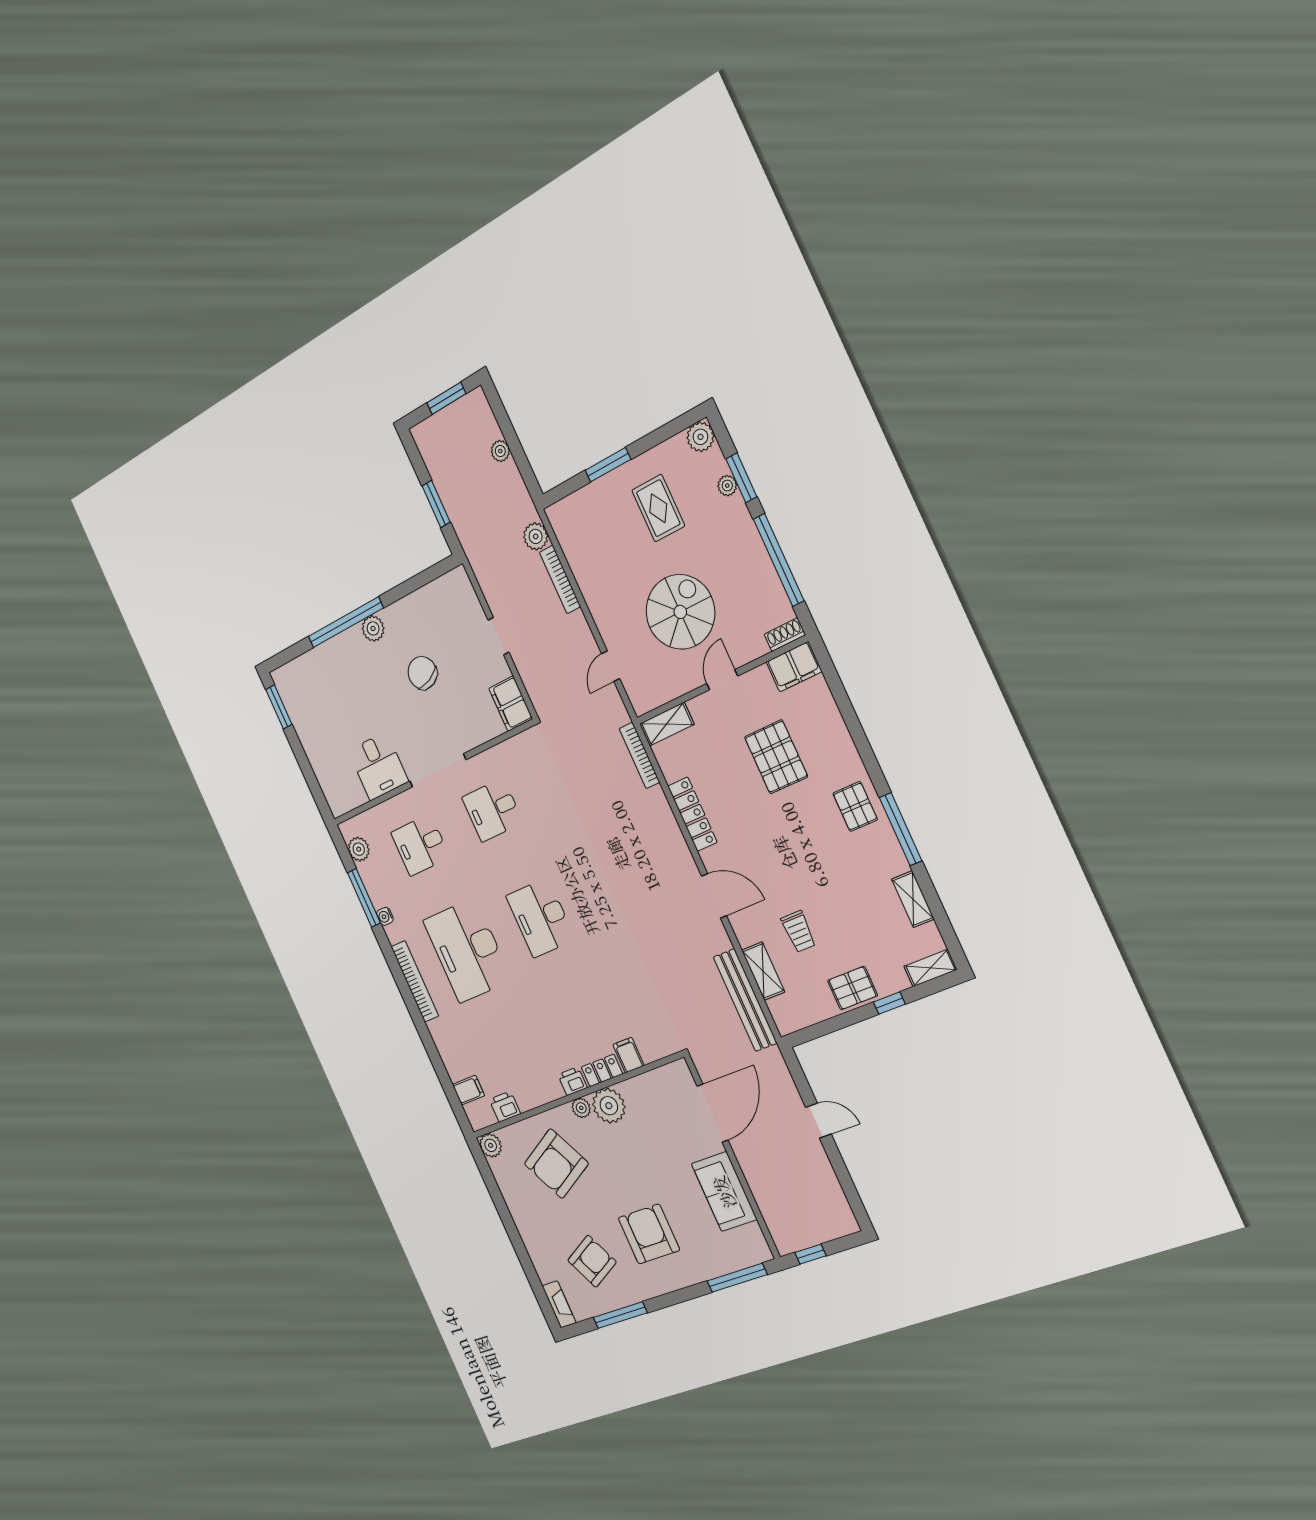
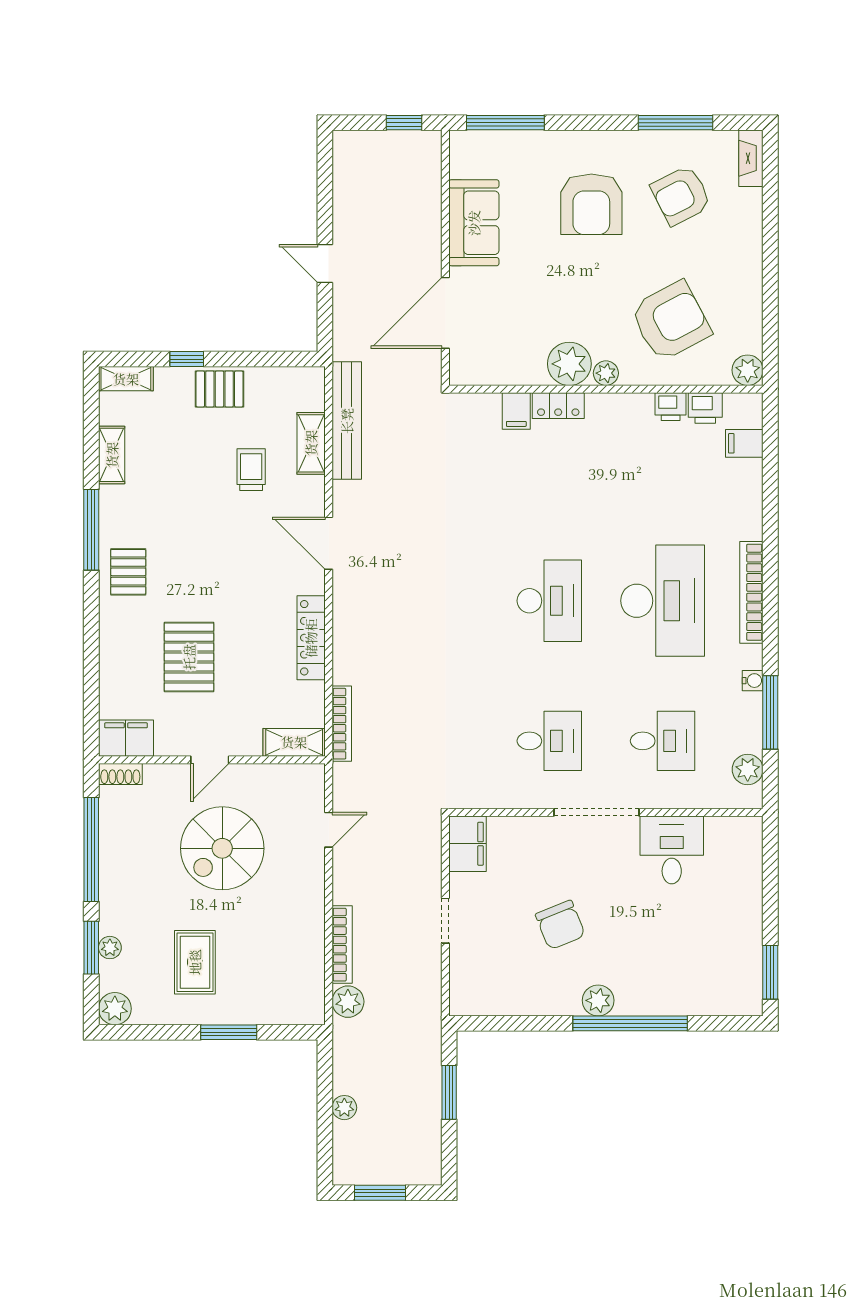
printer: (572, 1081) -> (671, 407), moved

